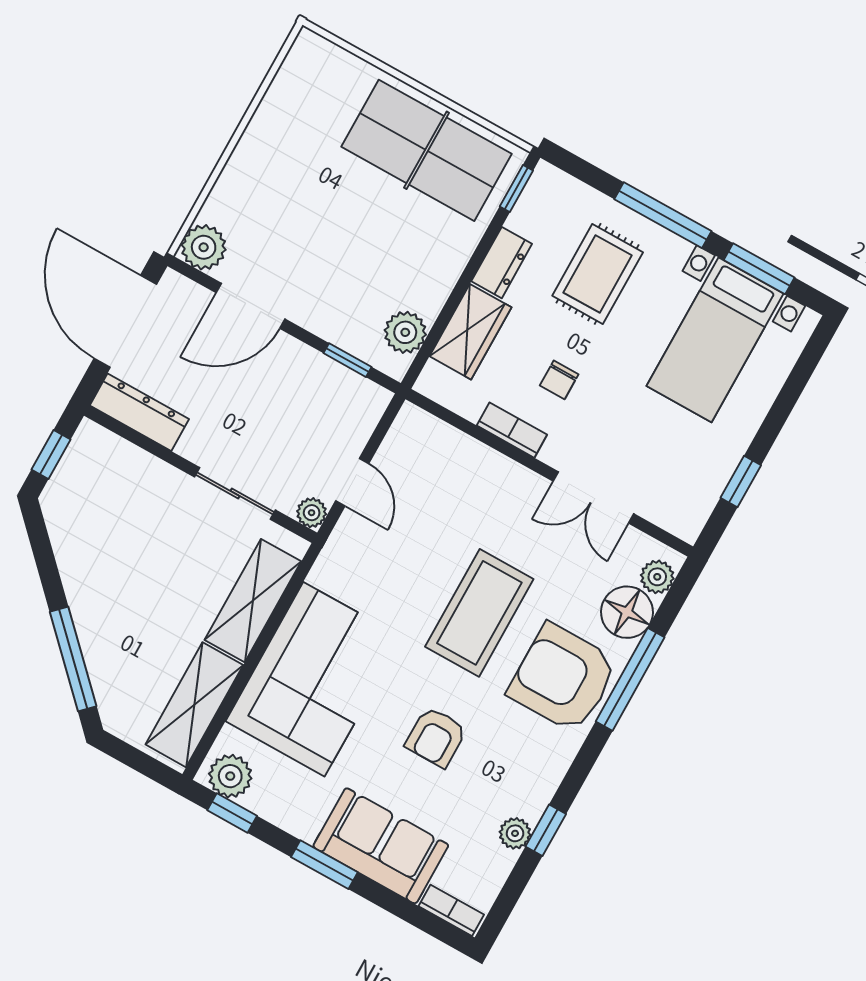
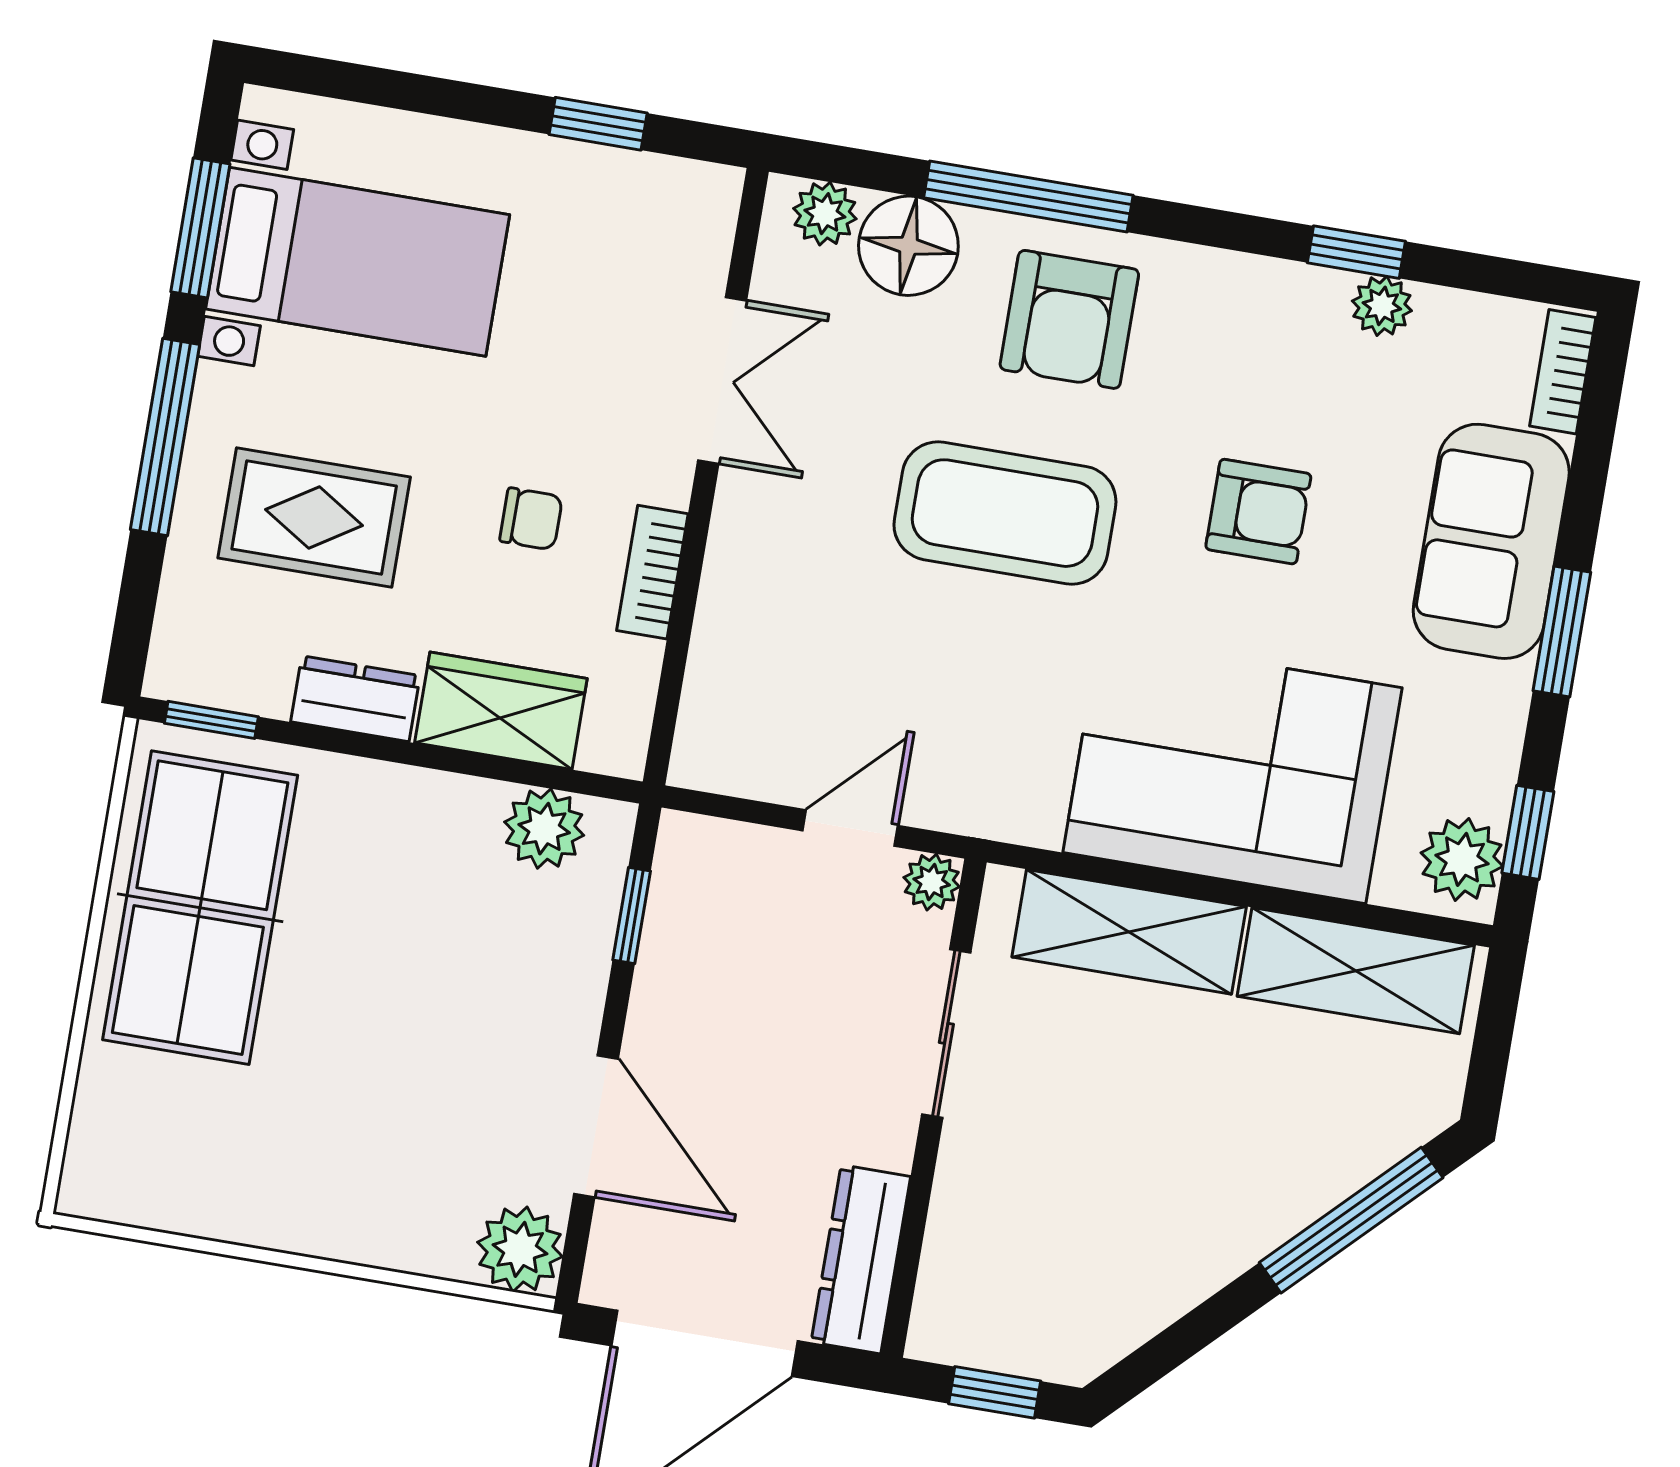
armchair: (563, 678) -> (1069, 319), width x0.73, depth x0.73

